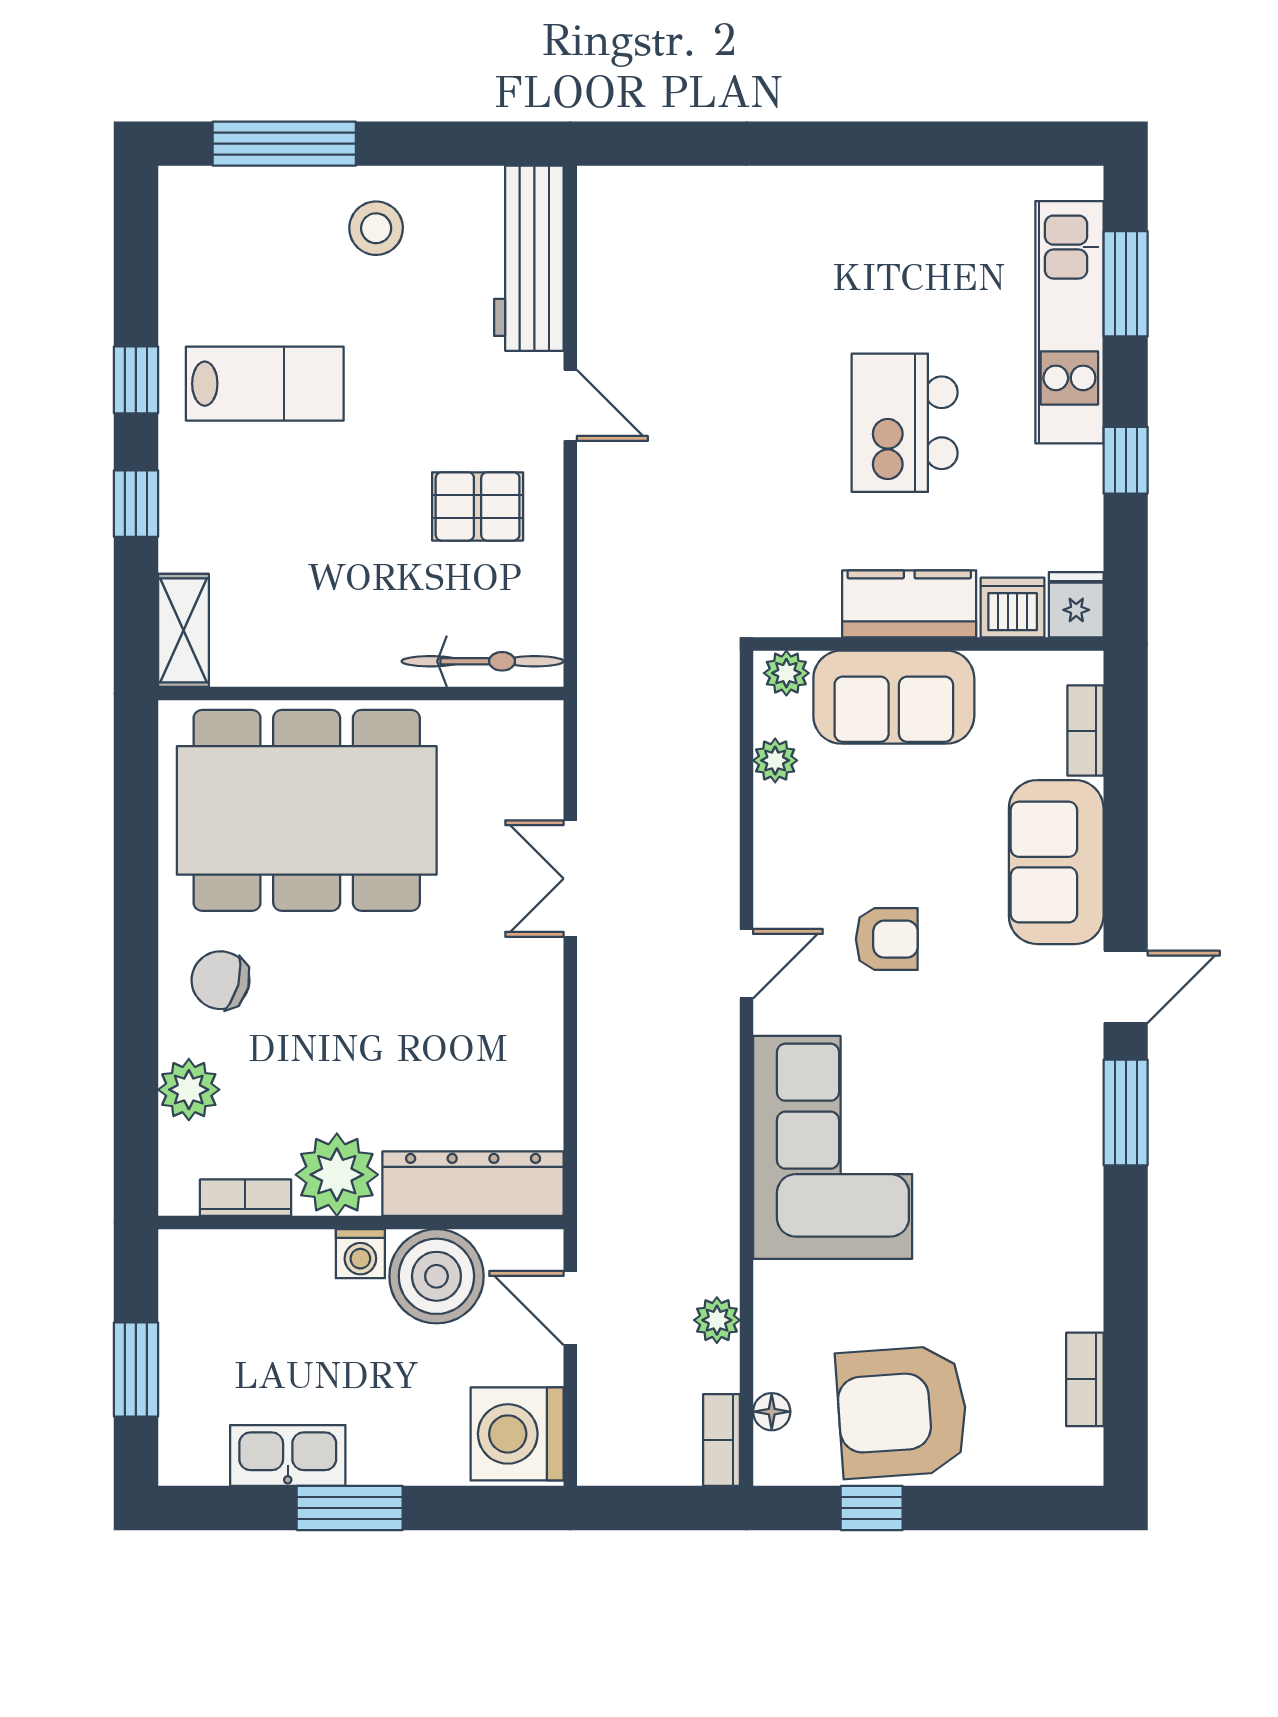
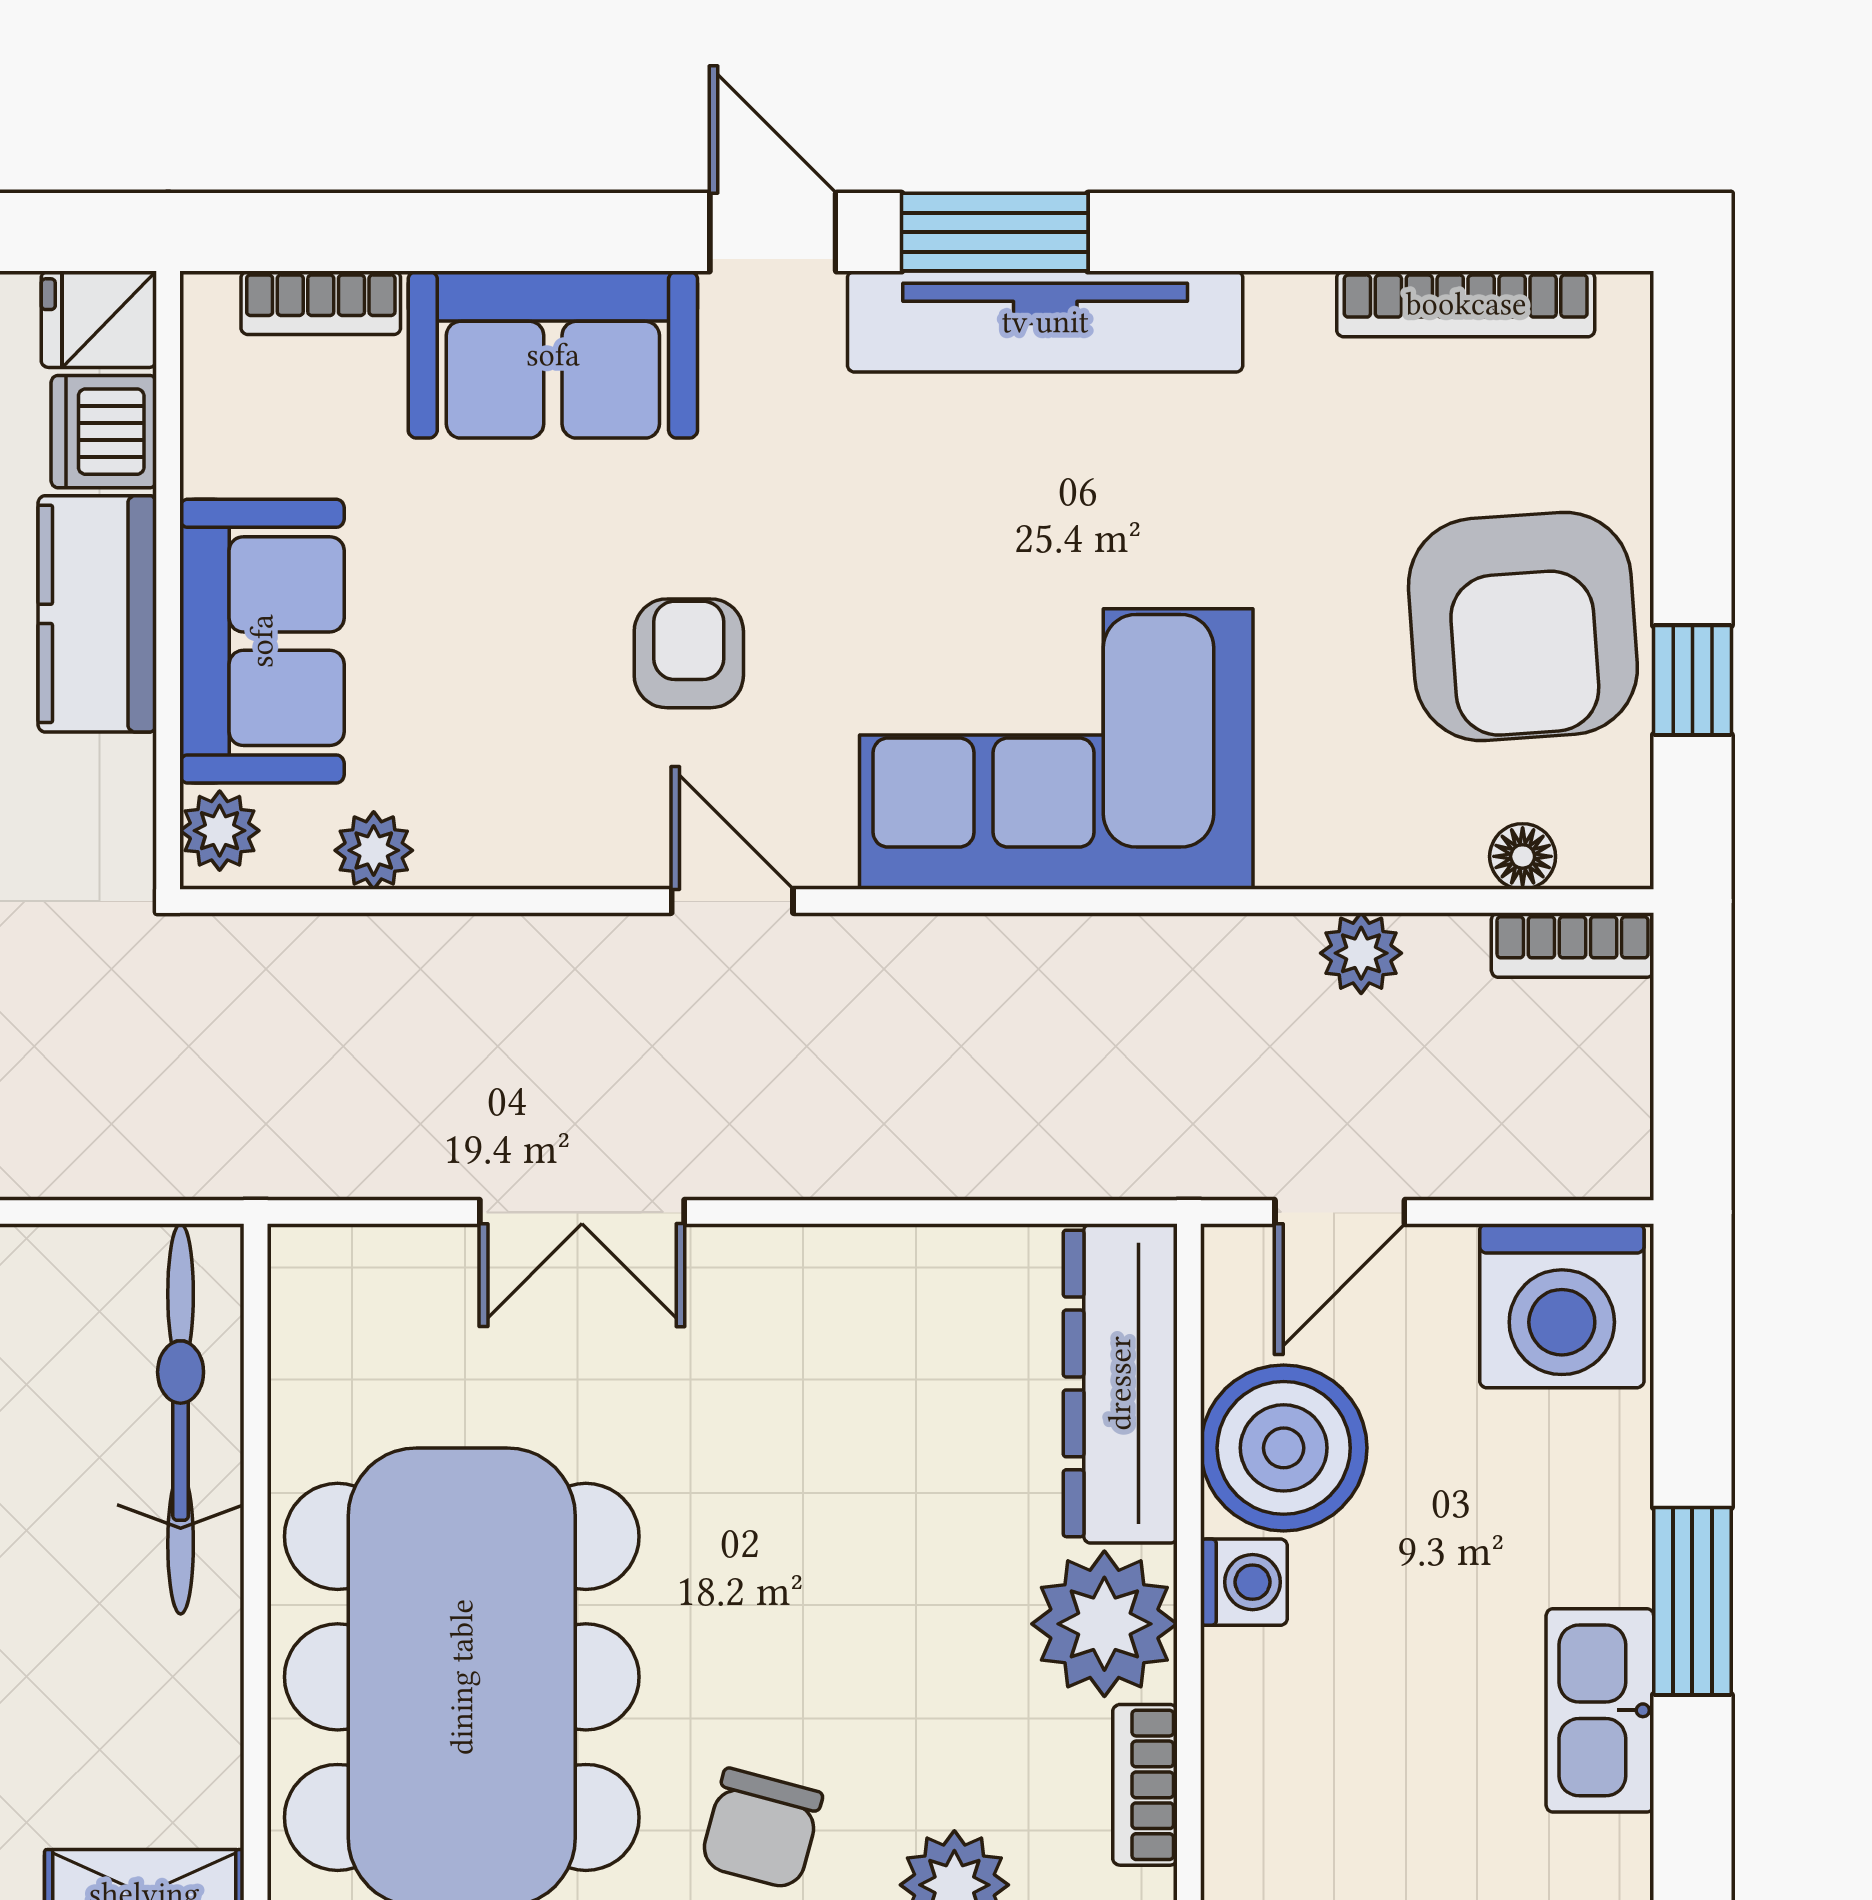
bicycle: (483, 661) -> (181, 1419), width x1.37, depth x1.40
tv unit: (1075, 1141) -> (1045, 322), added
bookcase: (1085, 1379) -> (1466, 304), width x1.56

